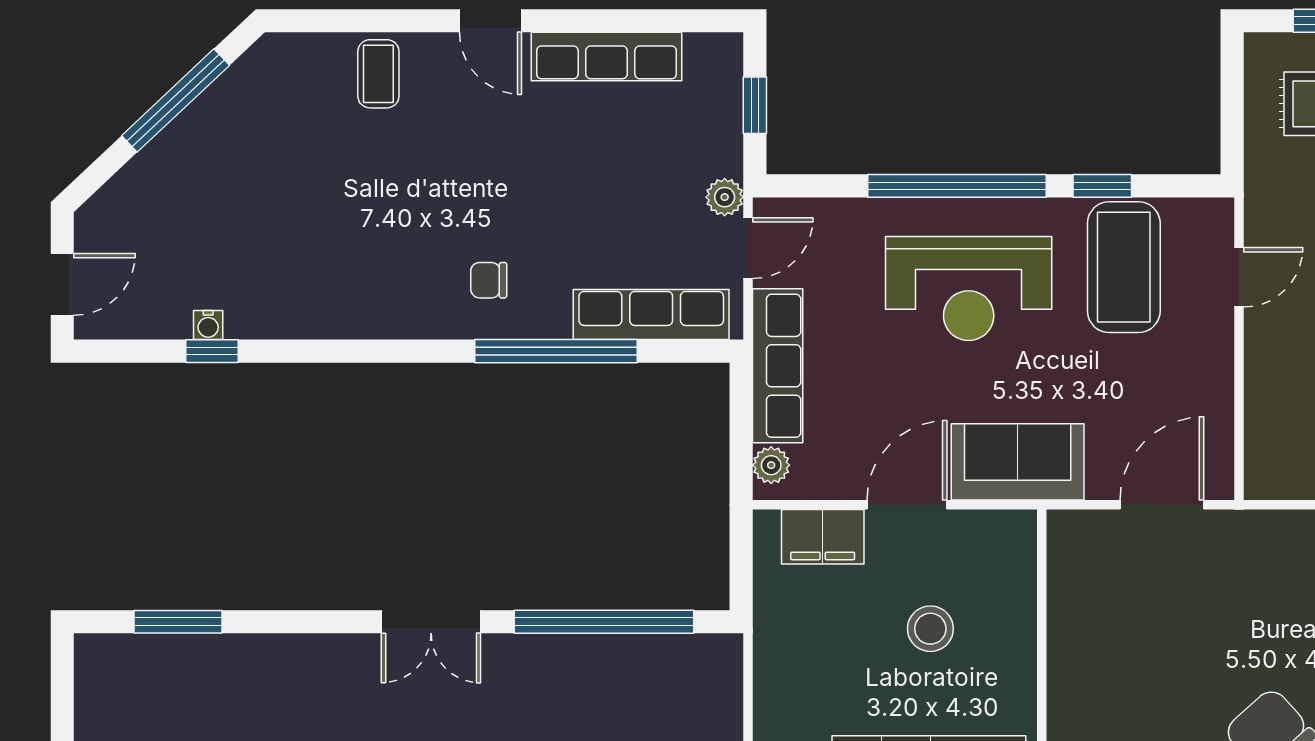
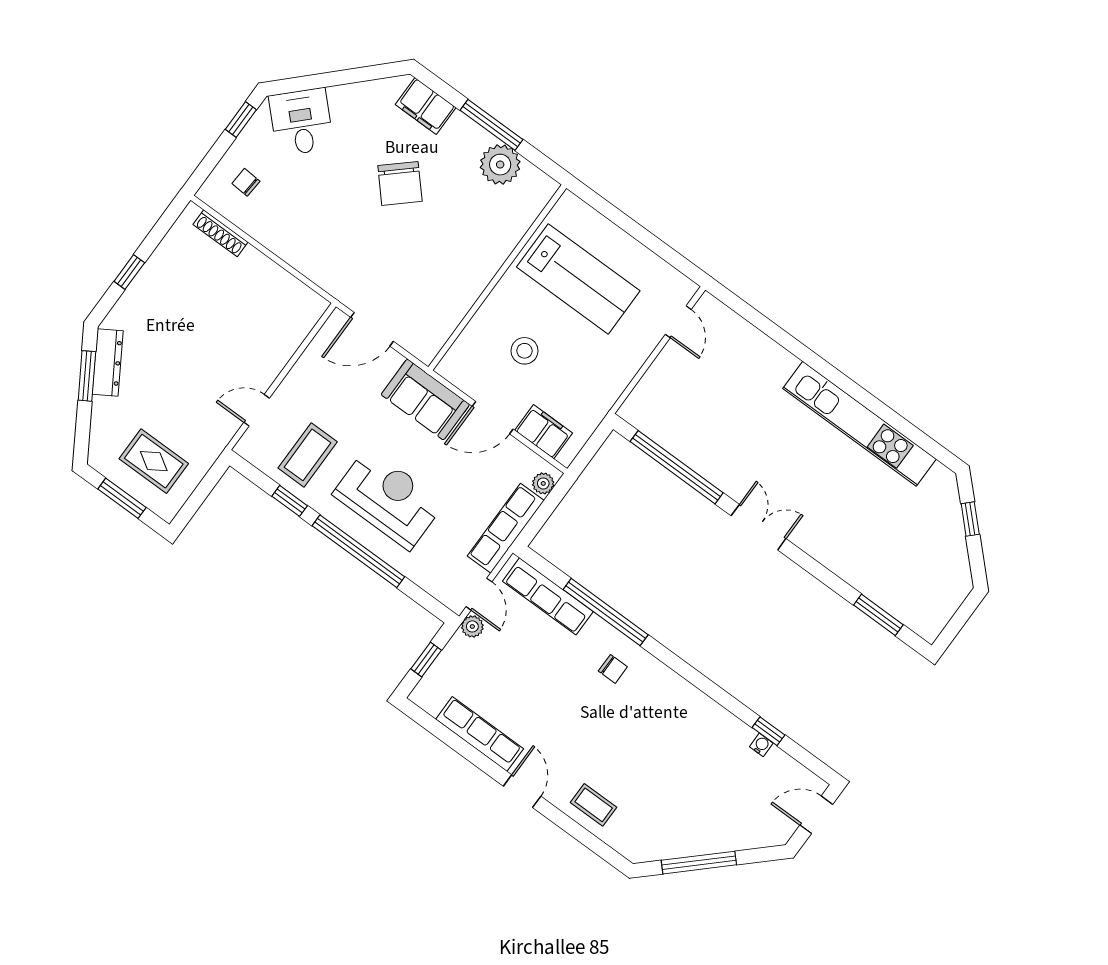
coffee table: (378, 74) -> (594, 805), turned 90
door: (748, 248) -> (479, 594), swing flipped
coffee table: (1124, 267) -> (308, 455), width x0.73, depth x0.76

